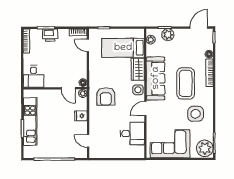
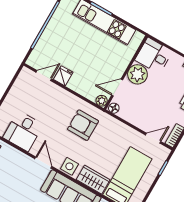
plant: (52, 80) -> (137, 74), added
fridge: (81, 116) -> (63, 76), moved

